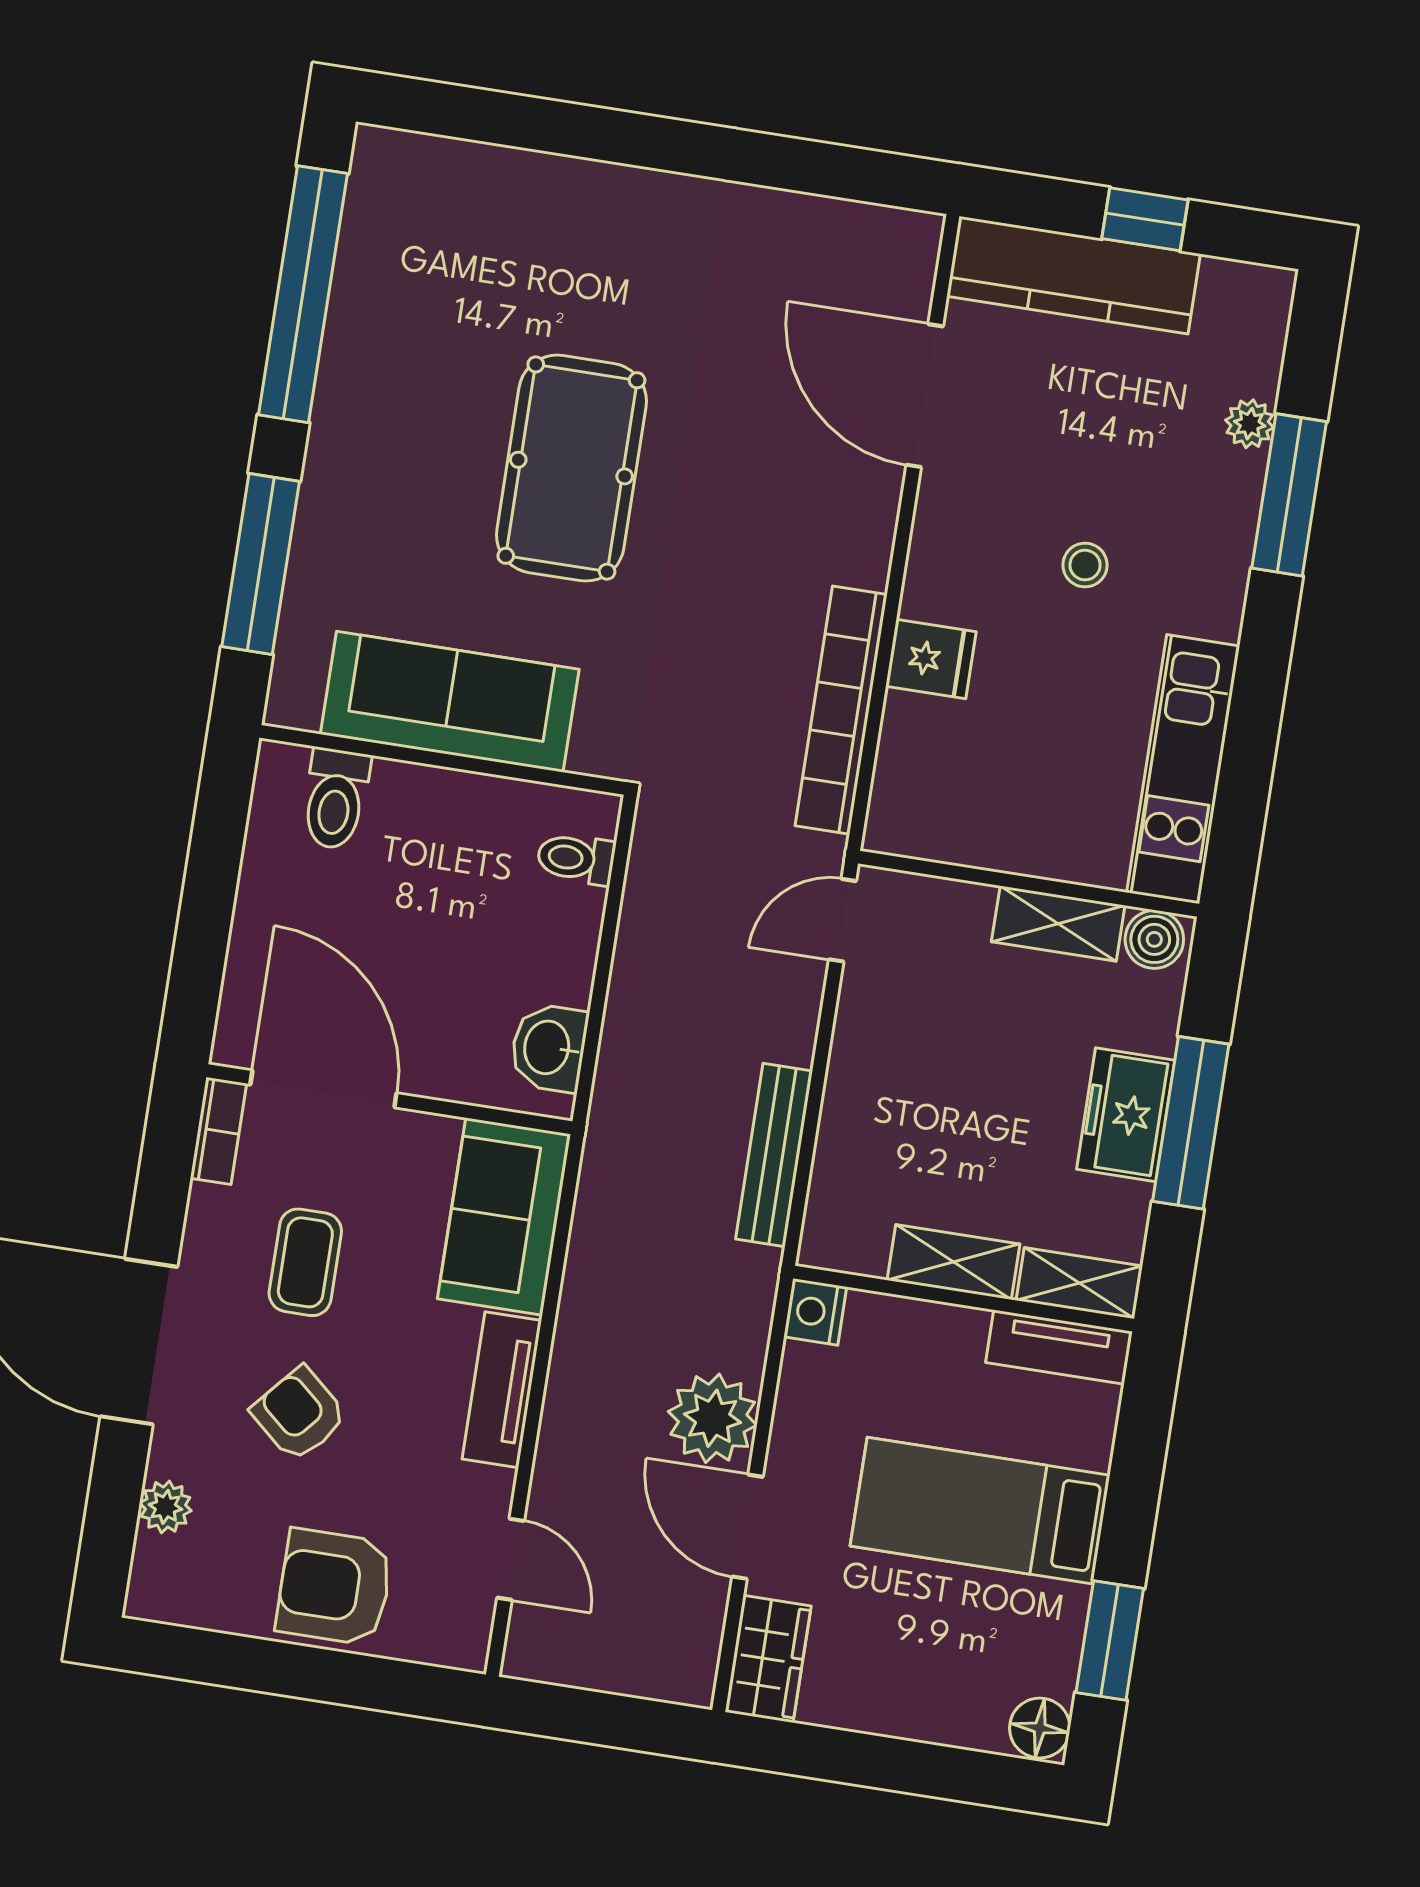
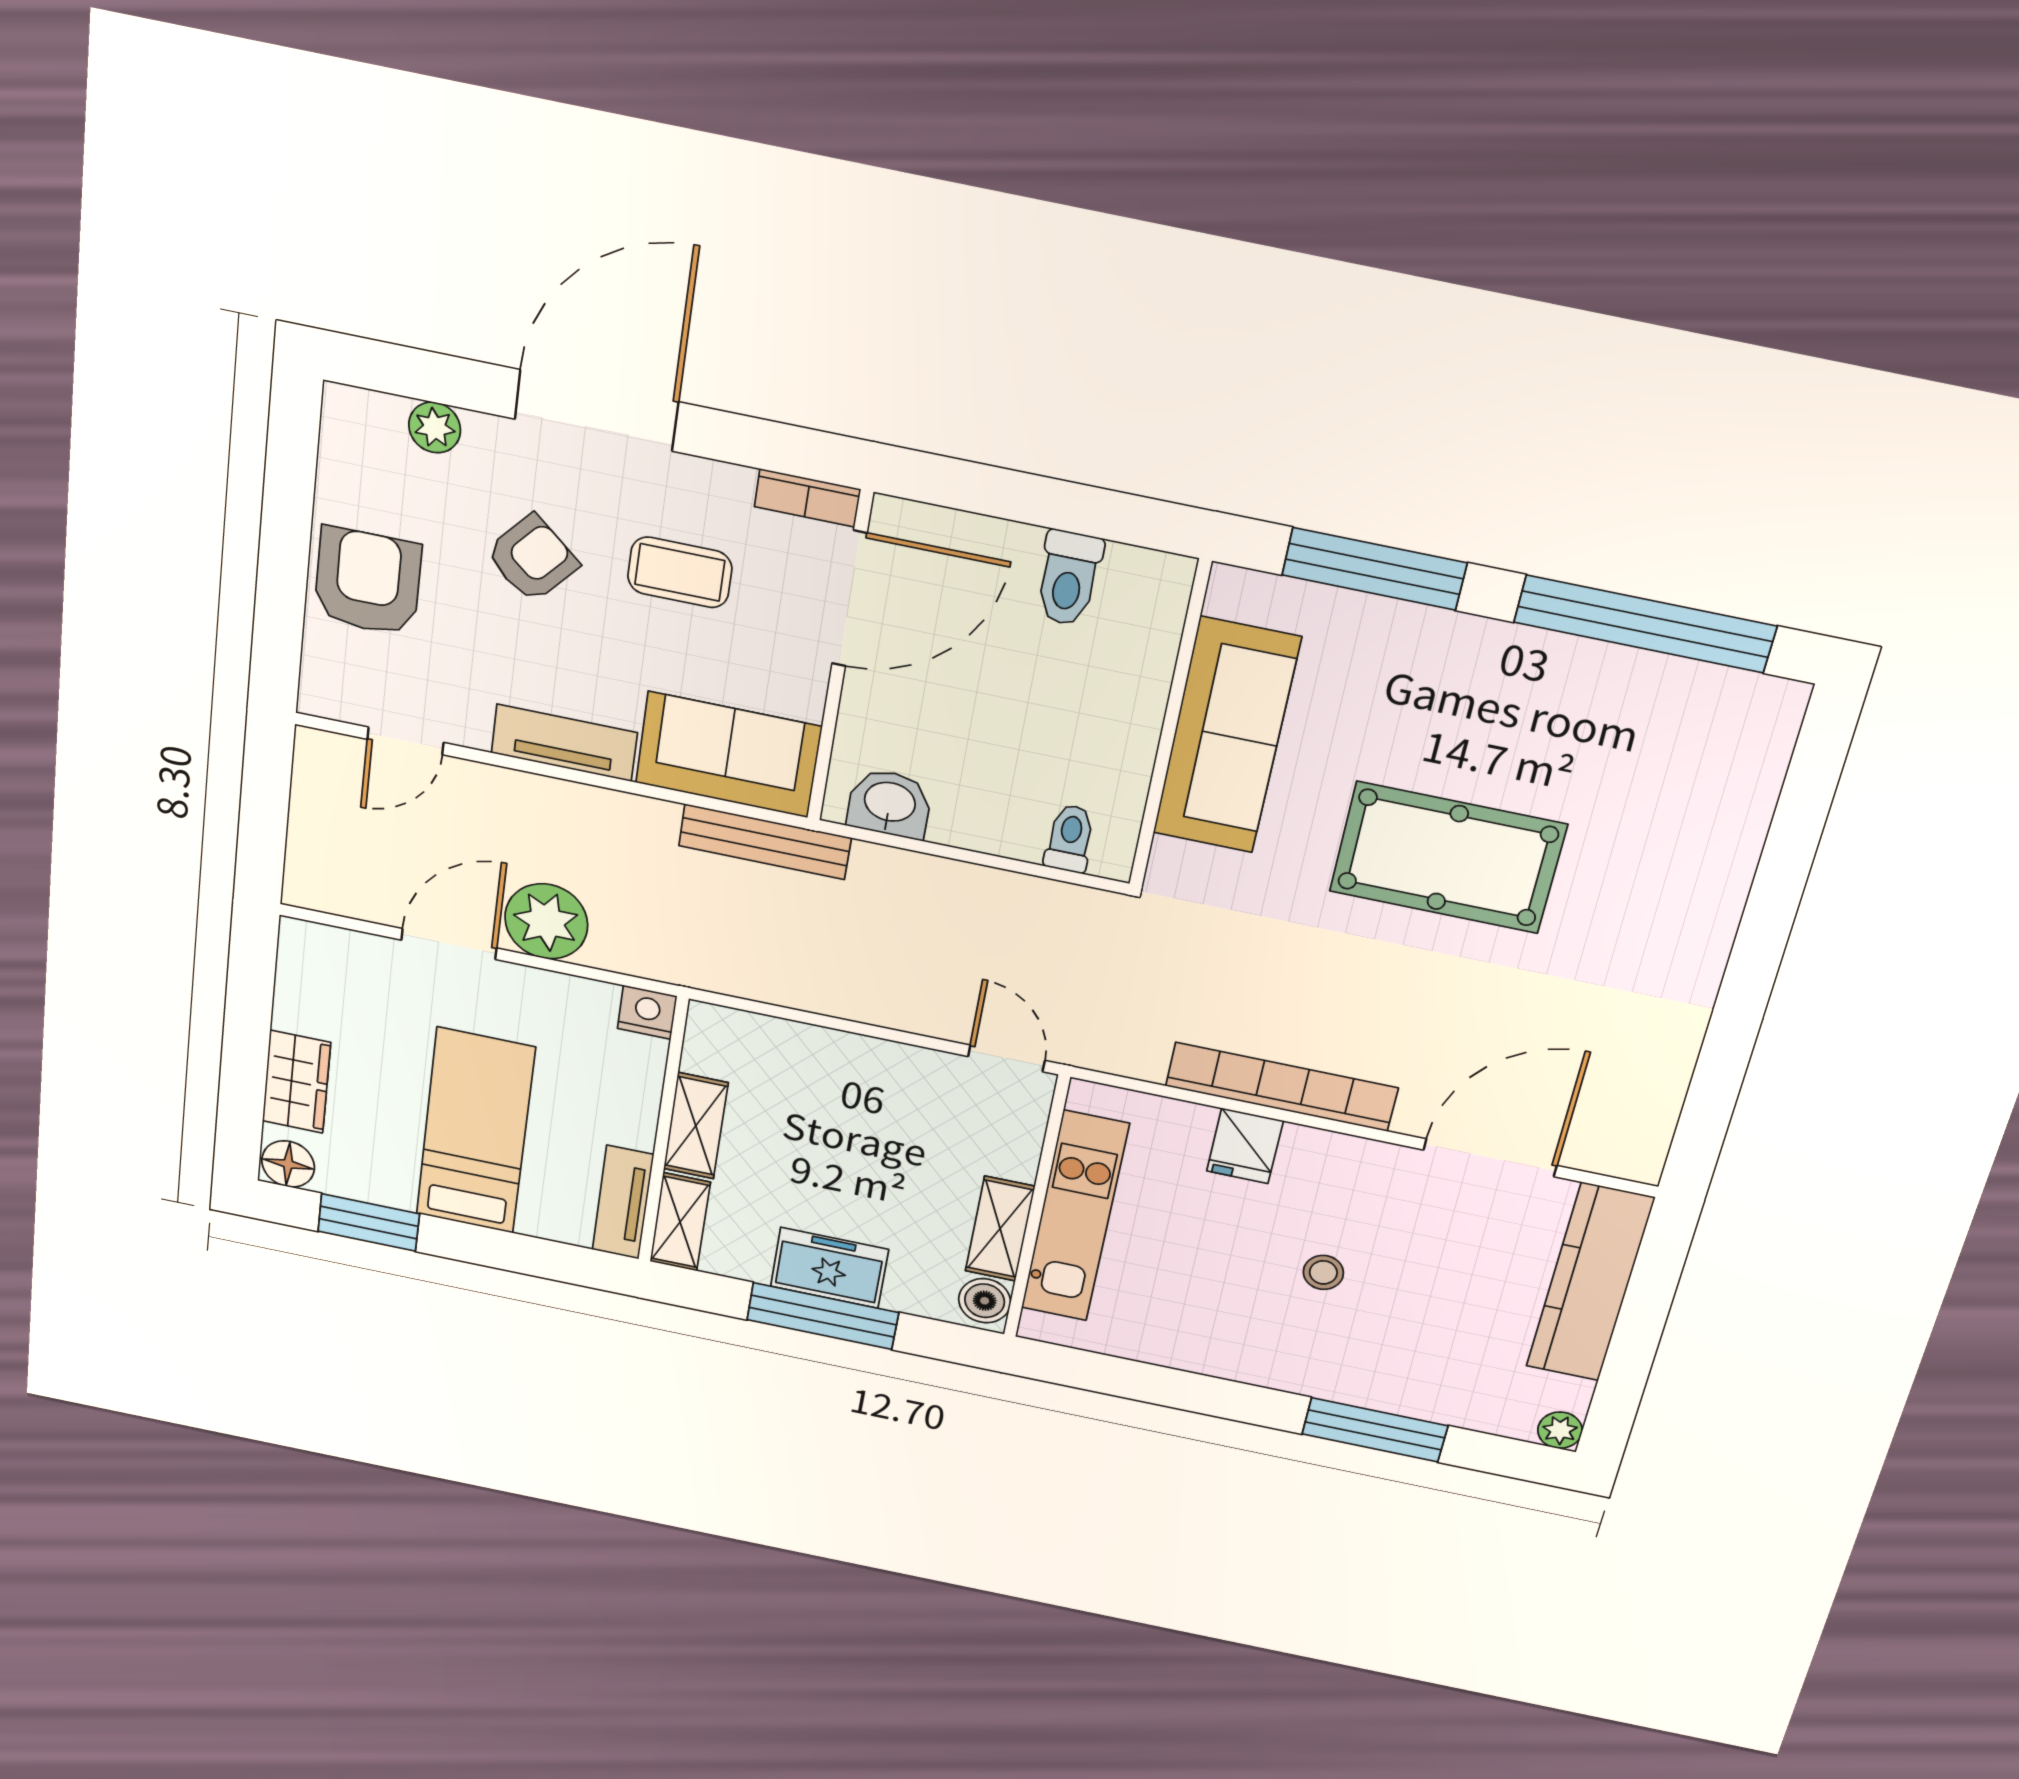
window: (1145, 219) -> (1635, 1341), removed
plant: (1250, 424) -> (1560, 1430), moved
bookcase: (841, 710) -> (1282, 1087), moved
kitchen unit: (1183, 769) -> (1075, 1217), moved, turned 90
toilet: (336, 799) -> (1069, 578), moved, turned -90
bench: (774, 1155) -> (765, 842), moved
wardrobe: (768, 1659) -> (296, 1082), moved, turned -90

